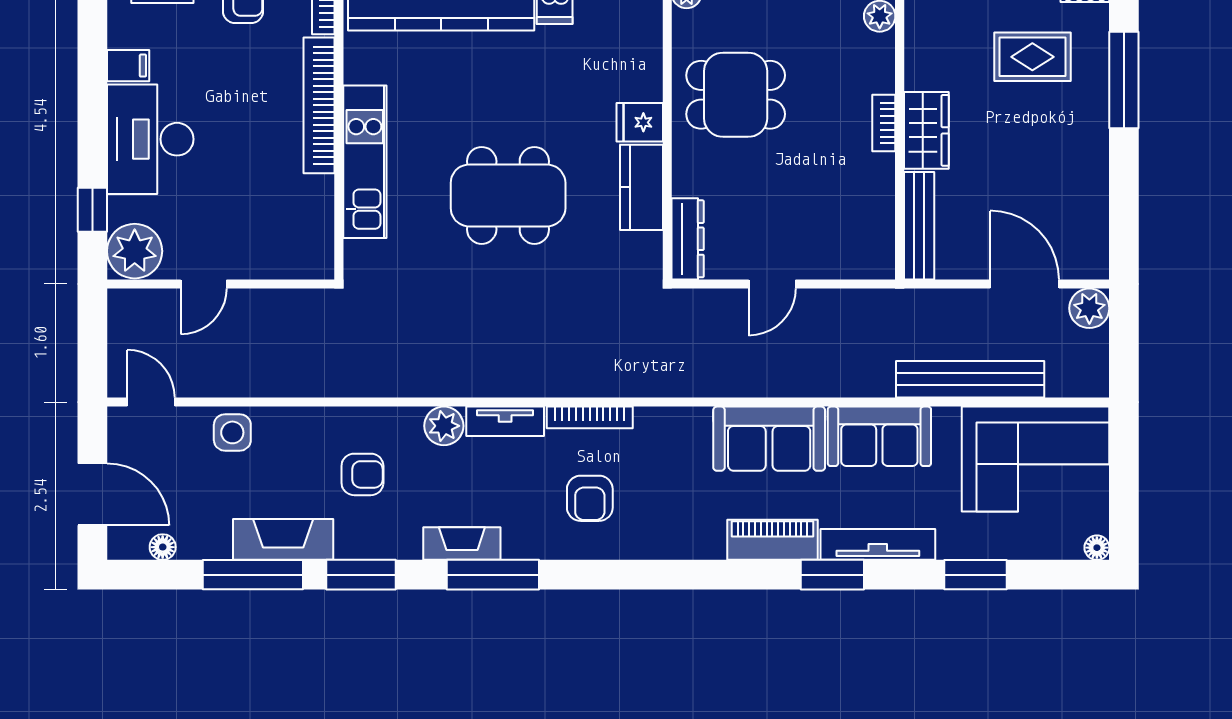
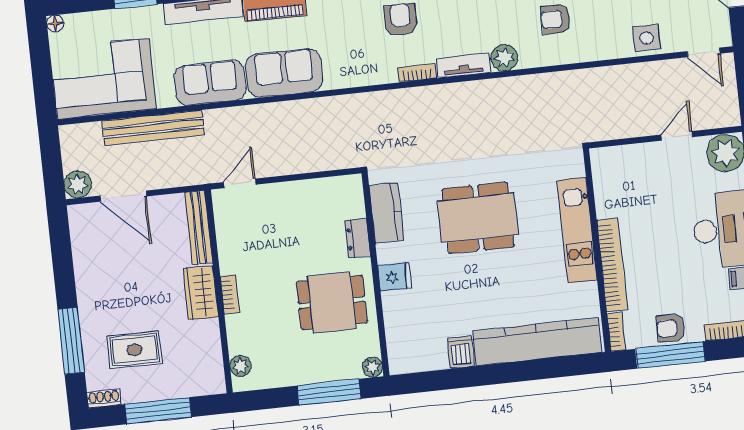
kitchen counter: (641, 187) -> (386, 213), moved
dresser: (688, 239) -> (358, 238), moved, width x0.70
door: (772, 284) -> (240, 183), moved
bookcase: (590, 417) -> (417, 73), width x0.64

